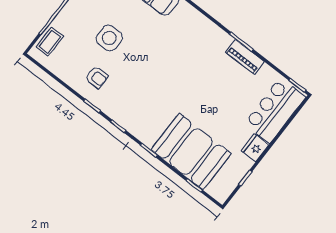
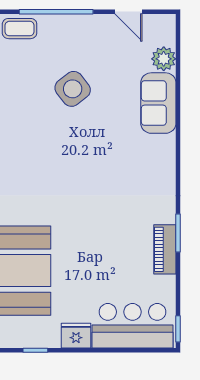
side table: (109, 38) -> (73, 89), turned -38
armchair: (97, 77) -> (20, 108), removed

